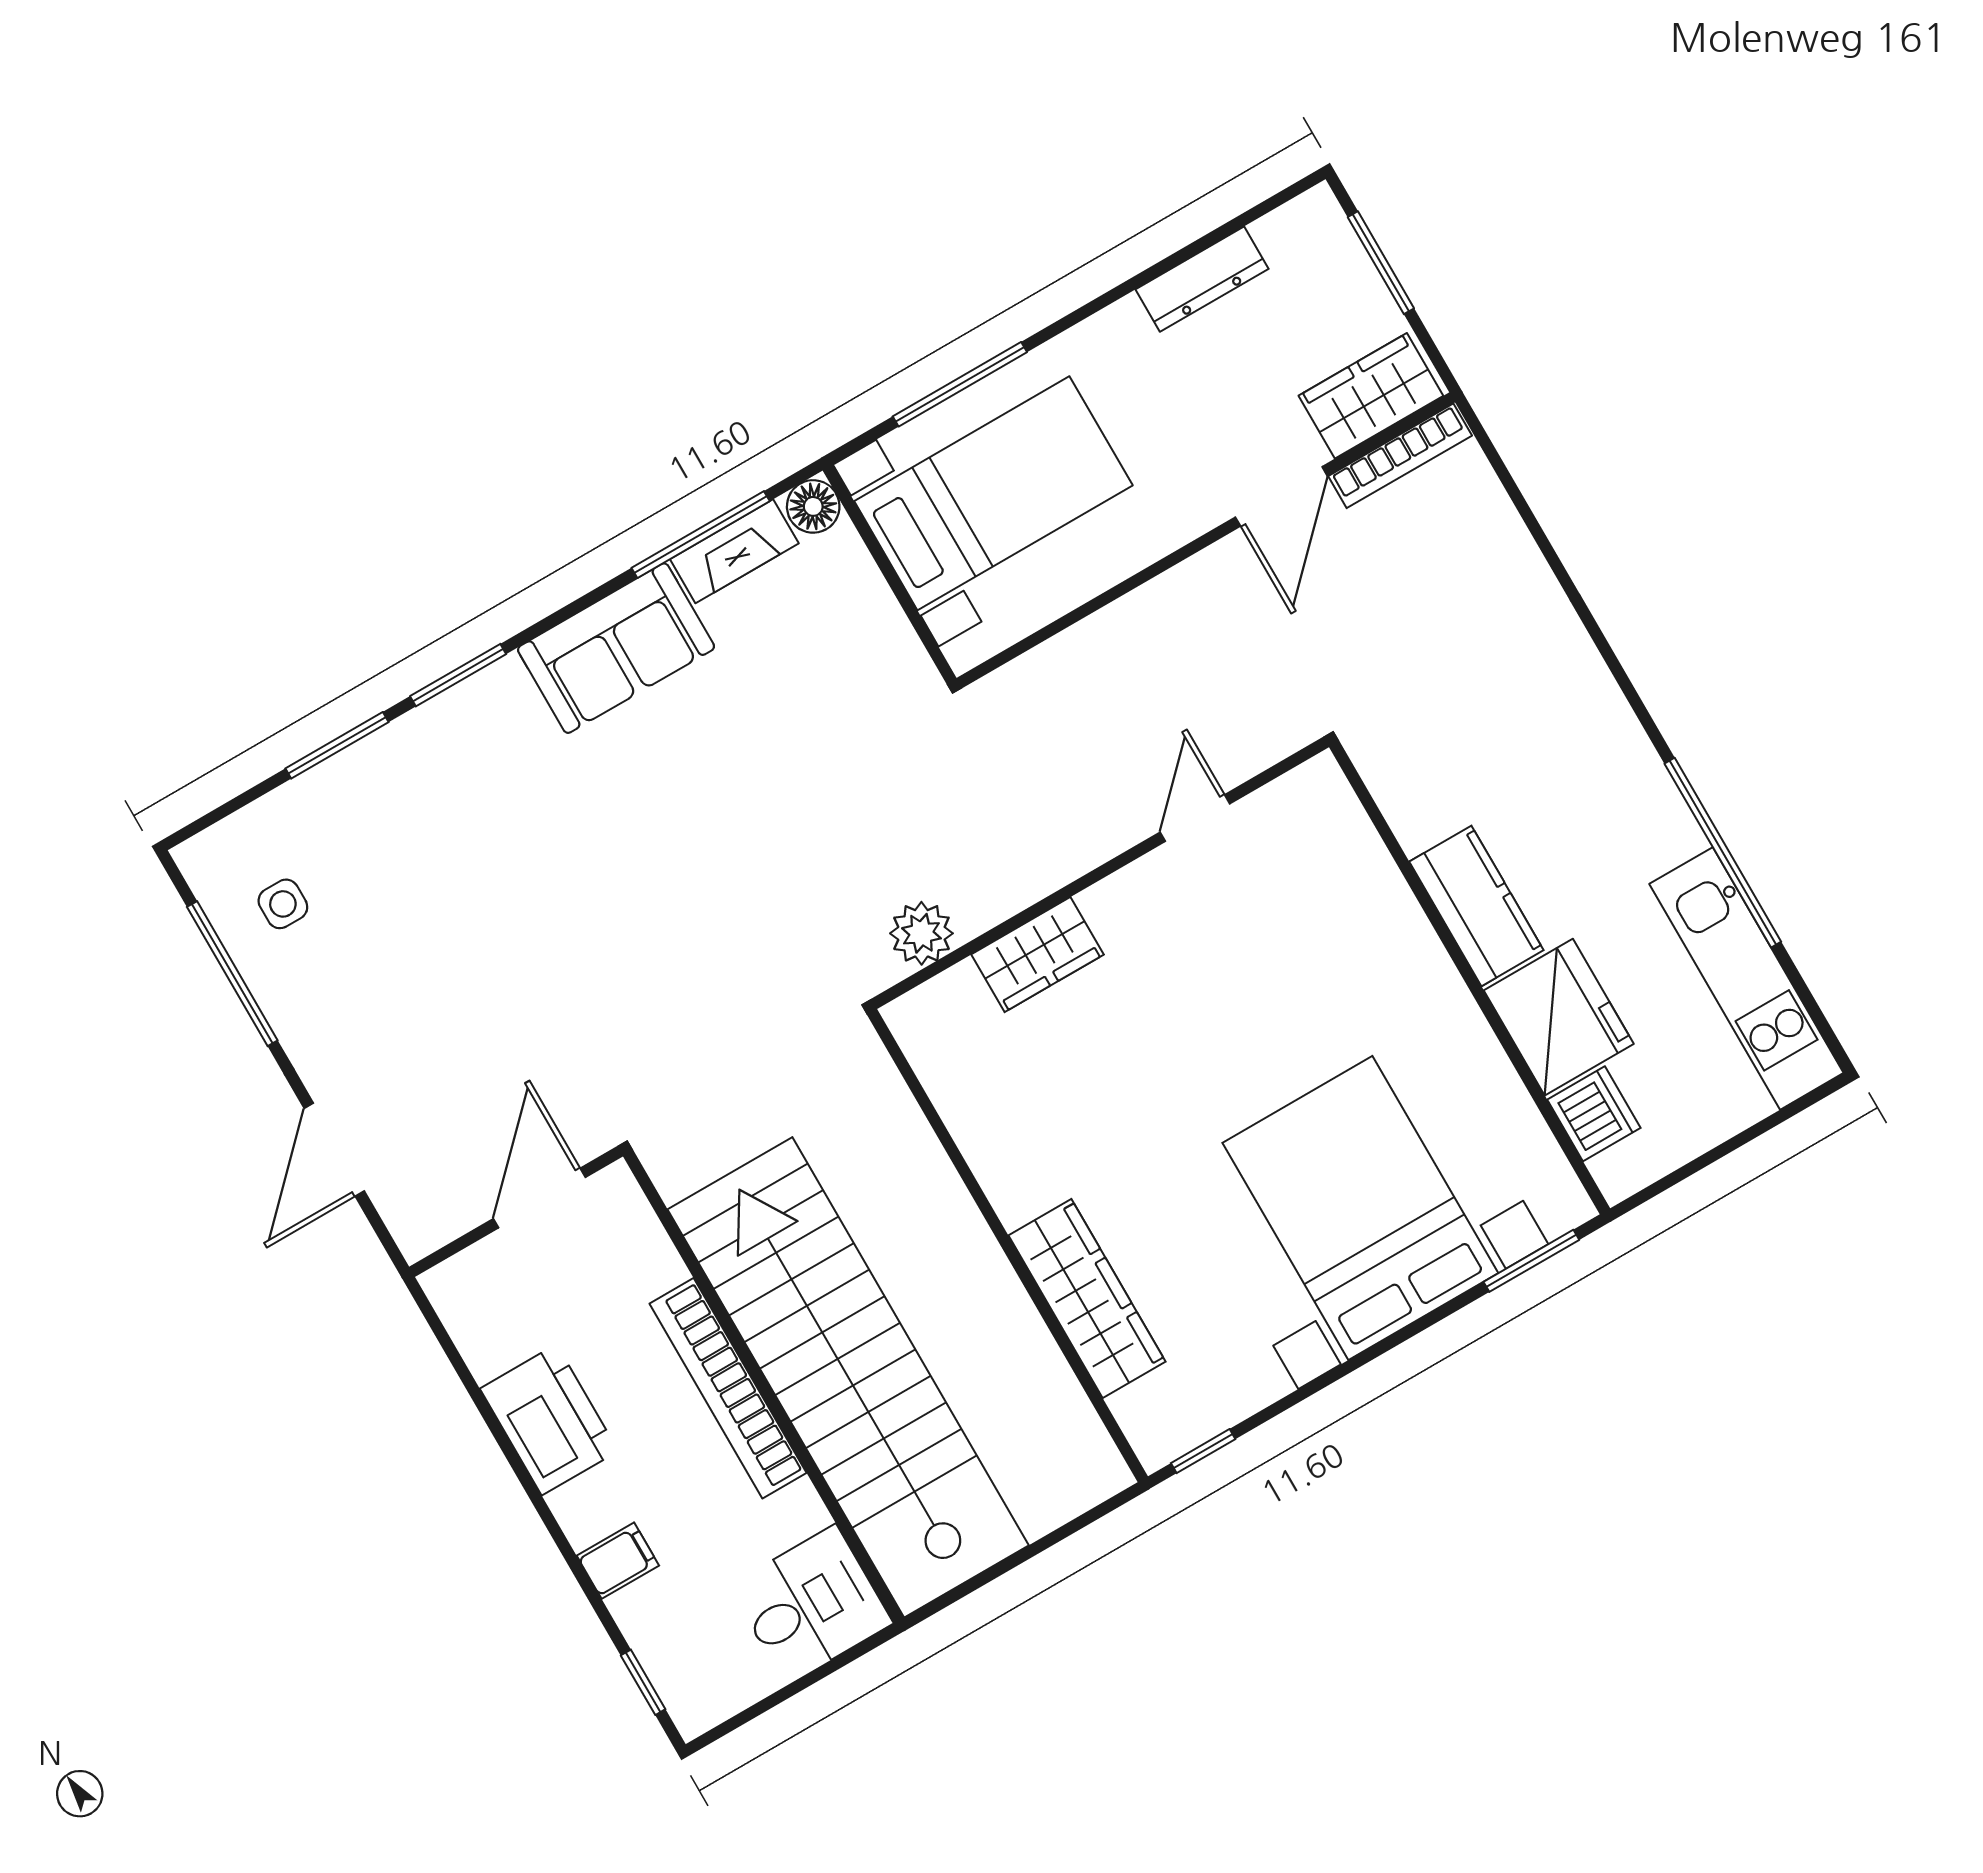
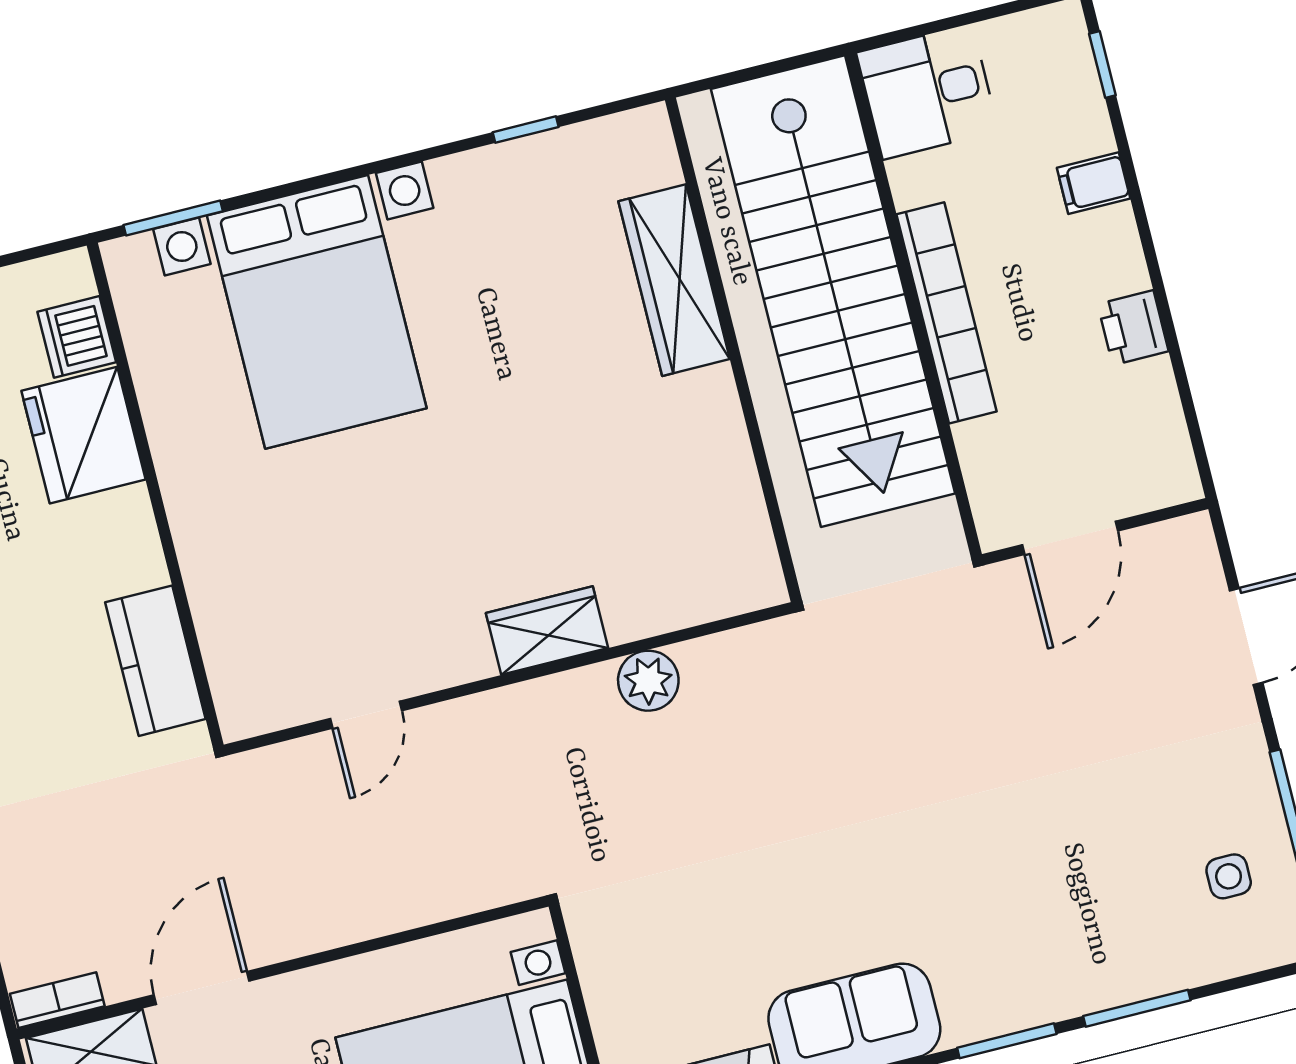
bookcase: (1400, 456) -> (57, 1000), width x0.64
kitchen counter: (1476, 906) -> (155, 661), moved
wall: (1007, 1246) -> (733, 350), moved
wardrobe: (1087, 1299) -> (674, 280), moved
printer: (549, 1420) -> (1133, 328), width x0.53, depth x0.68

